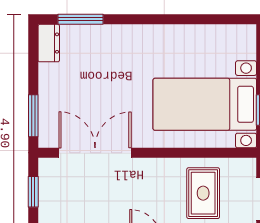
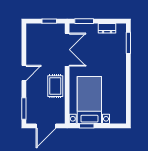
dresser: (49, 43) -> (107, 28), moved
rug: (203, 193) -> (55, 86), moved, turned 90

